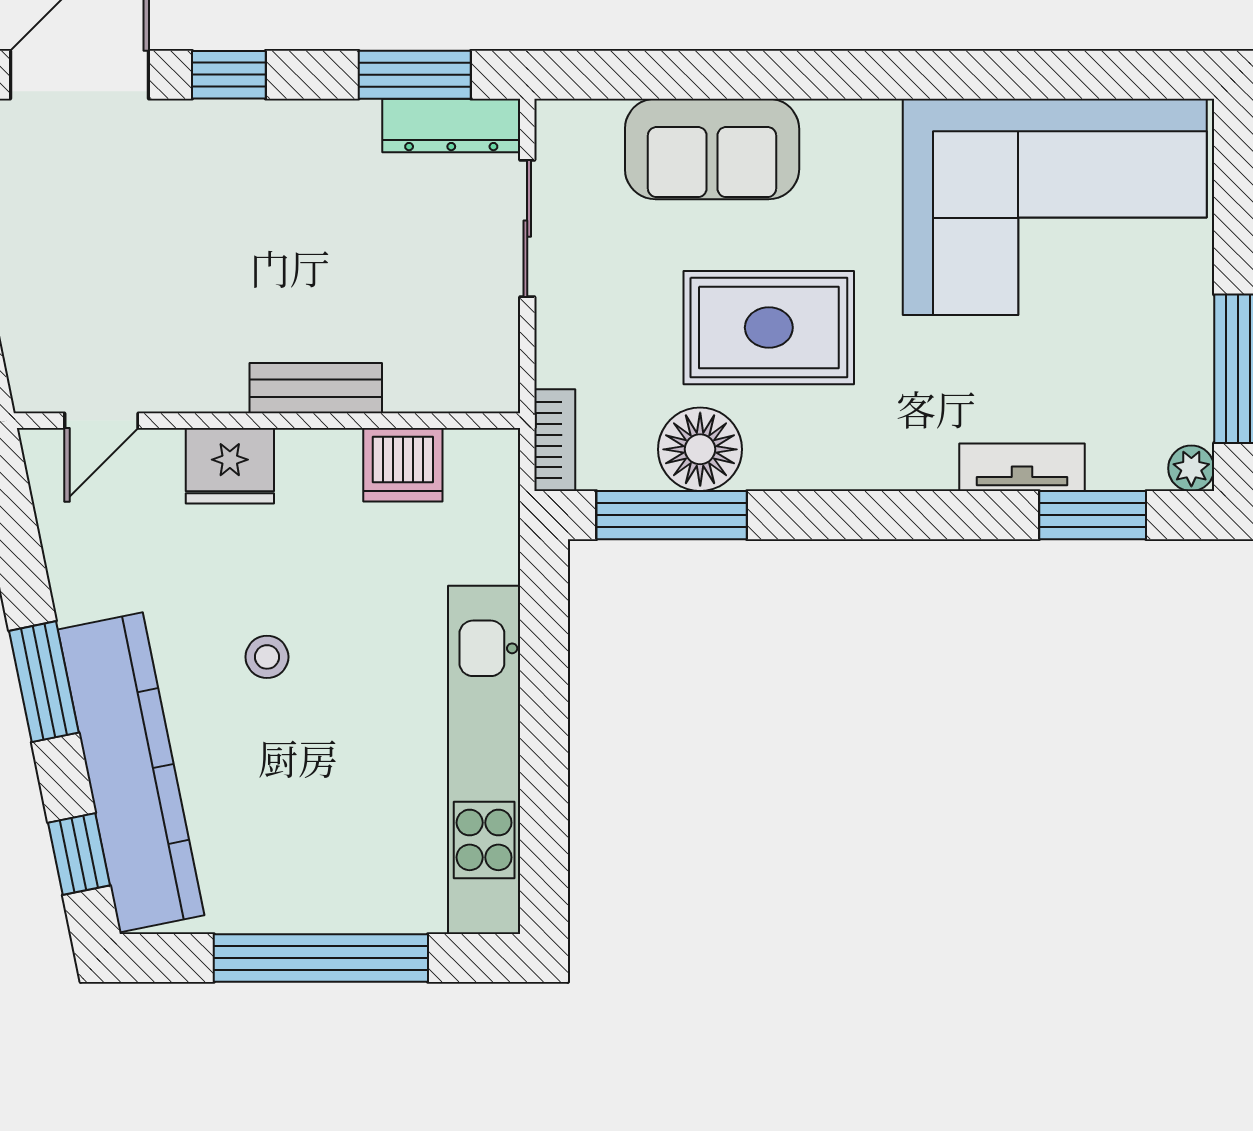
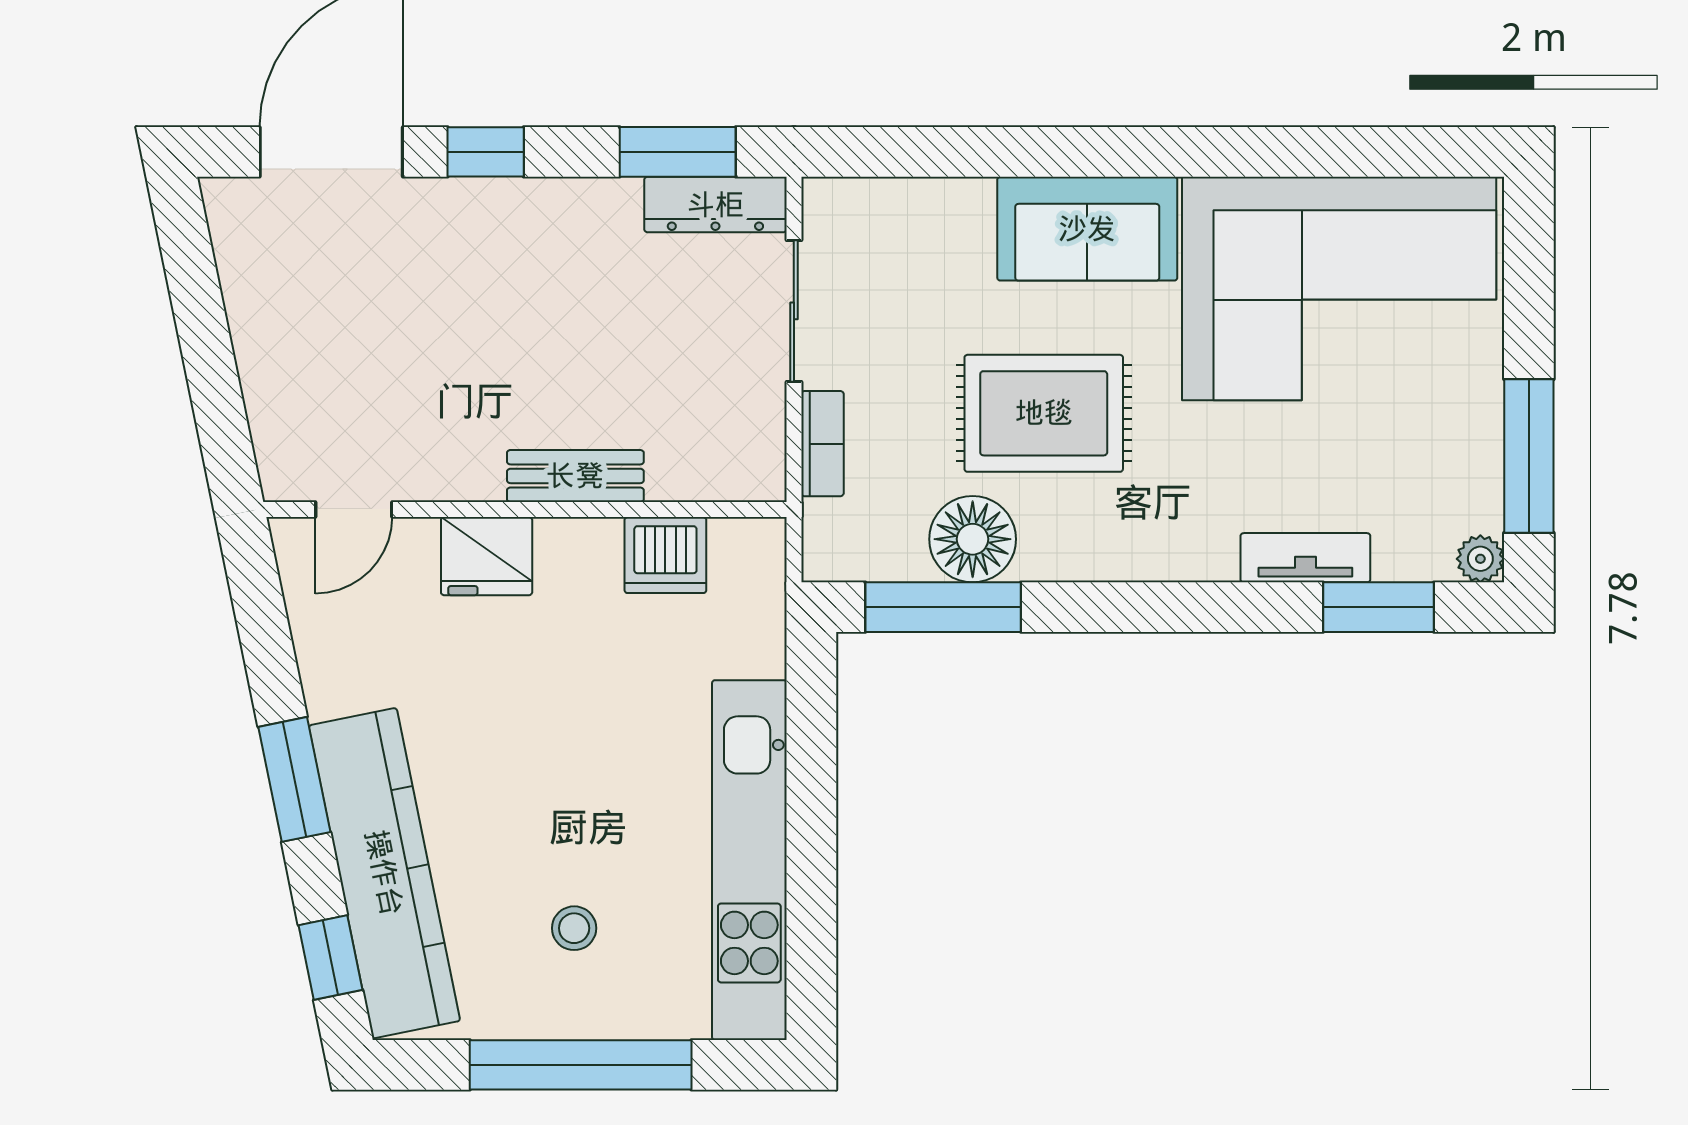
sofa: (712, 149) -> (1087, 229), moved
bookcase: (555, 440) -> (822, 444), moved
stool: (267, 657) -> (574, 928), moved

